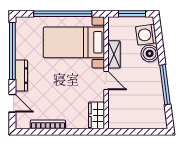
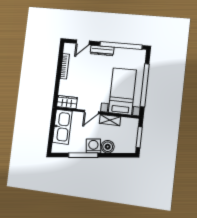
washing machine: (146, 35) -> (93, 146), moved
kitchen sink: (131, 118) -> (62, 127), added

